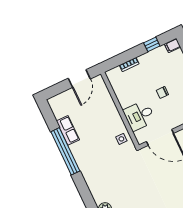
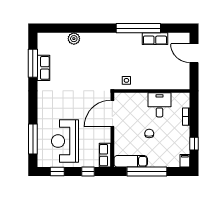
door: (79, 79) -> (194, 53), moved
desk: (139, 116) -> (159, 105), moved

